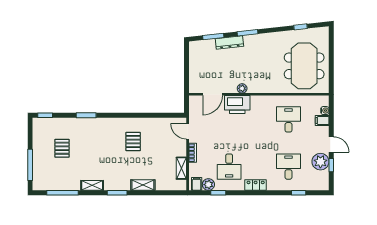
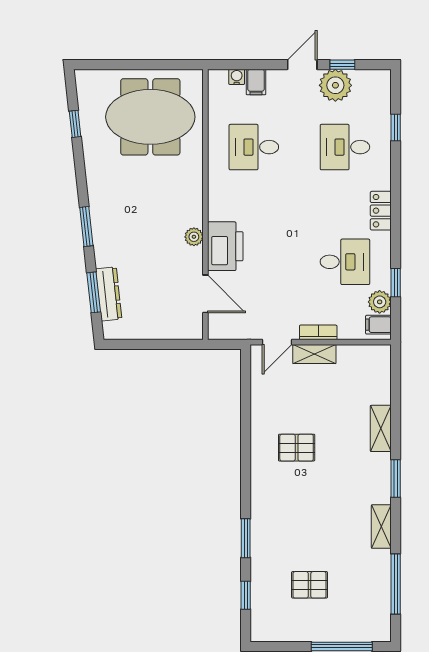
dresser: (229, 42) -> (109, 294), moved
window: (45, 115) -> (246, 595), moved
shelving: (181, 168) -> (314, 354), moved

